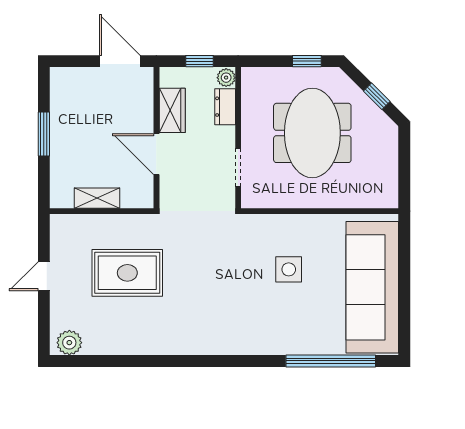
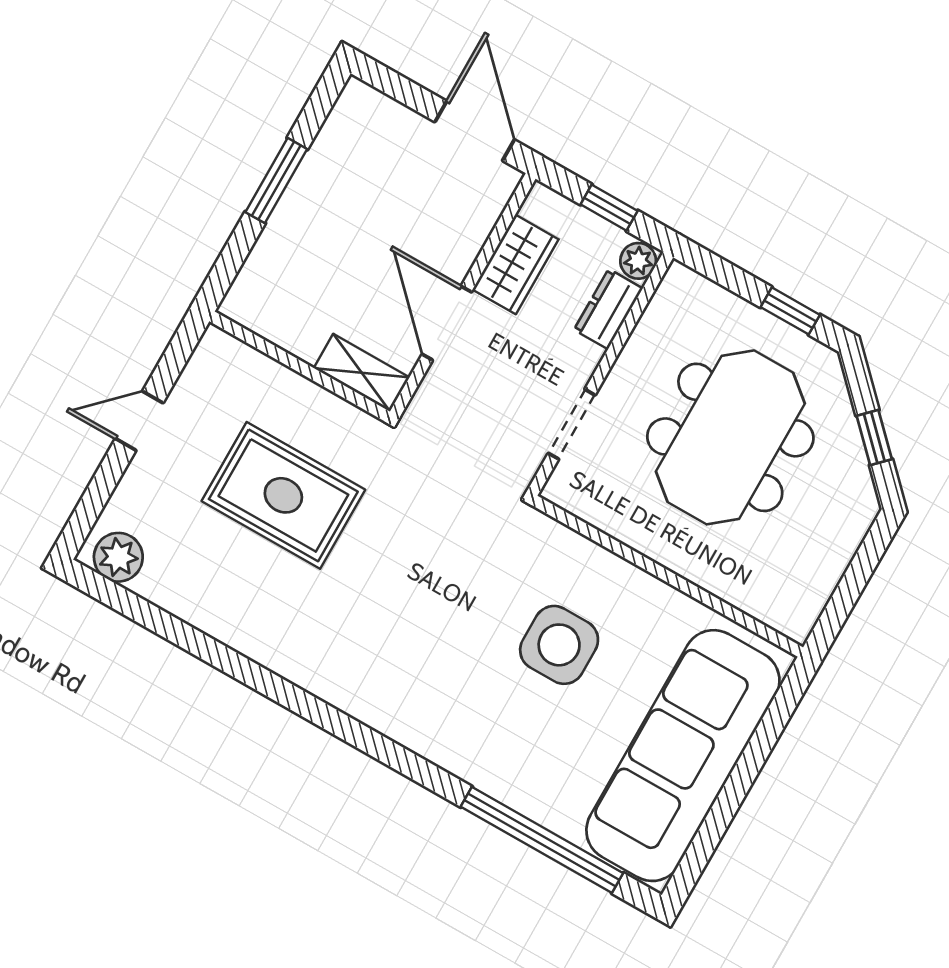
shelving: (97, 198) -> (362, 373), moved
side table: (289, 269) -> (559, 645), width x1.37, depth x1.37

